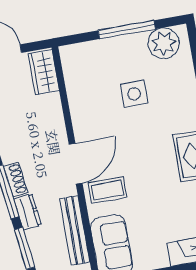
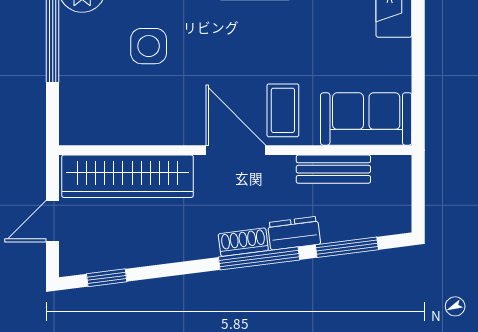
wardrobe: (44, 72) -> (127, 176), width x2.10, depth x1.17
bench: (75, 230) -> (333, 169), width x0.73

